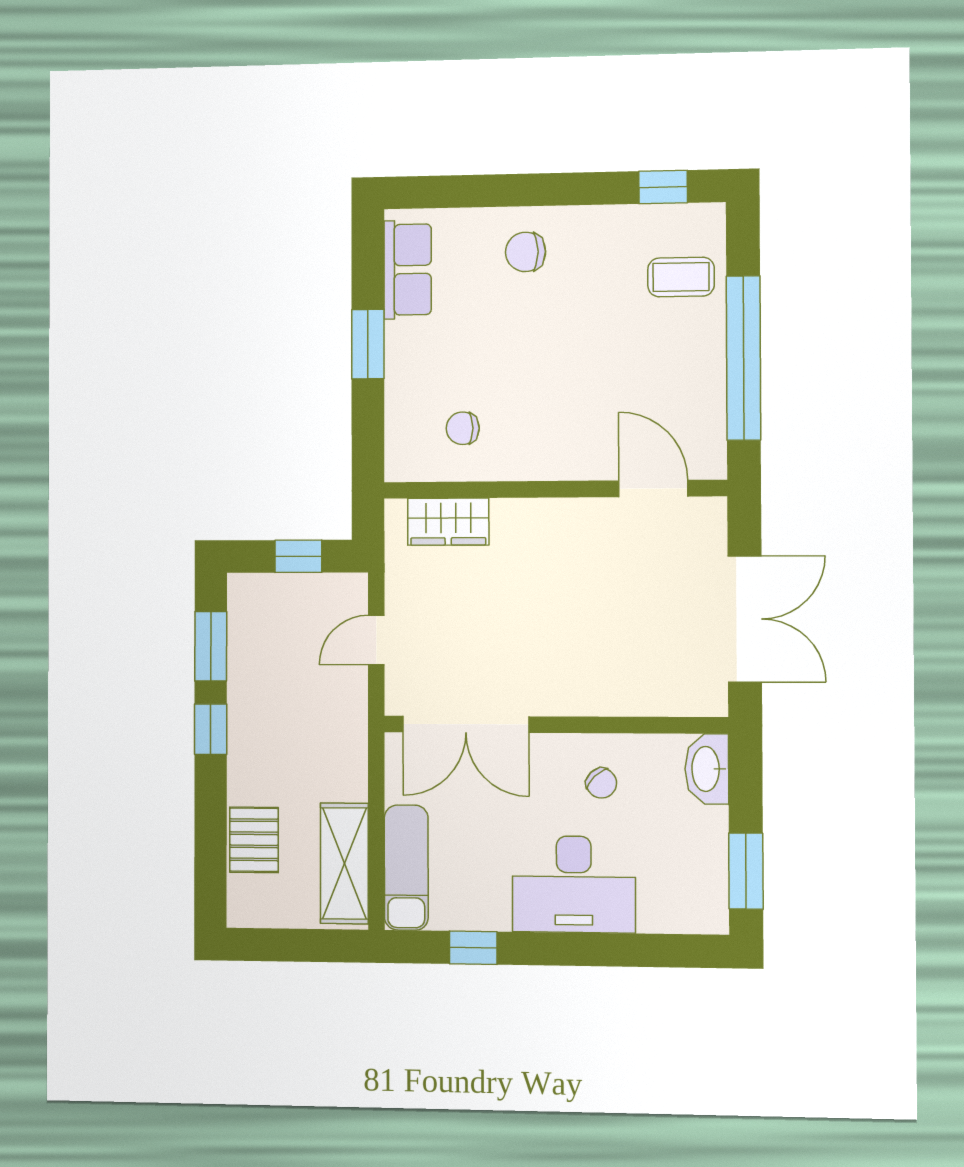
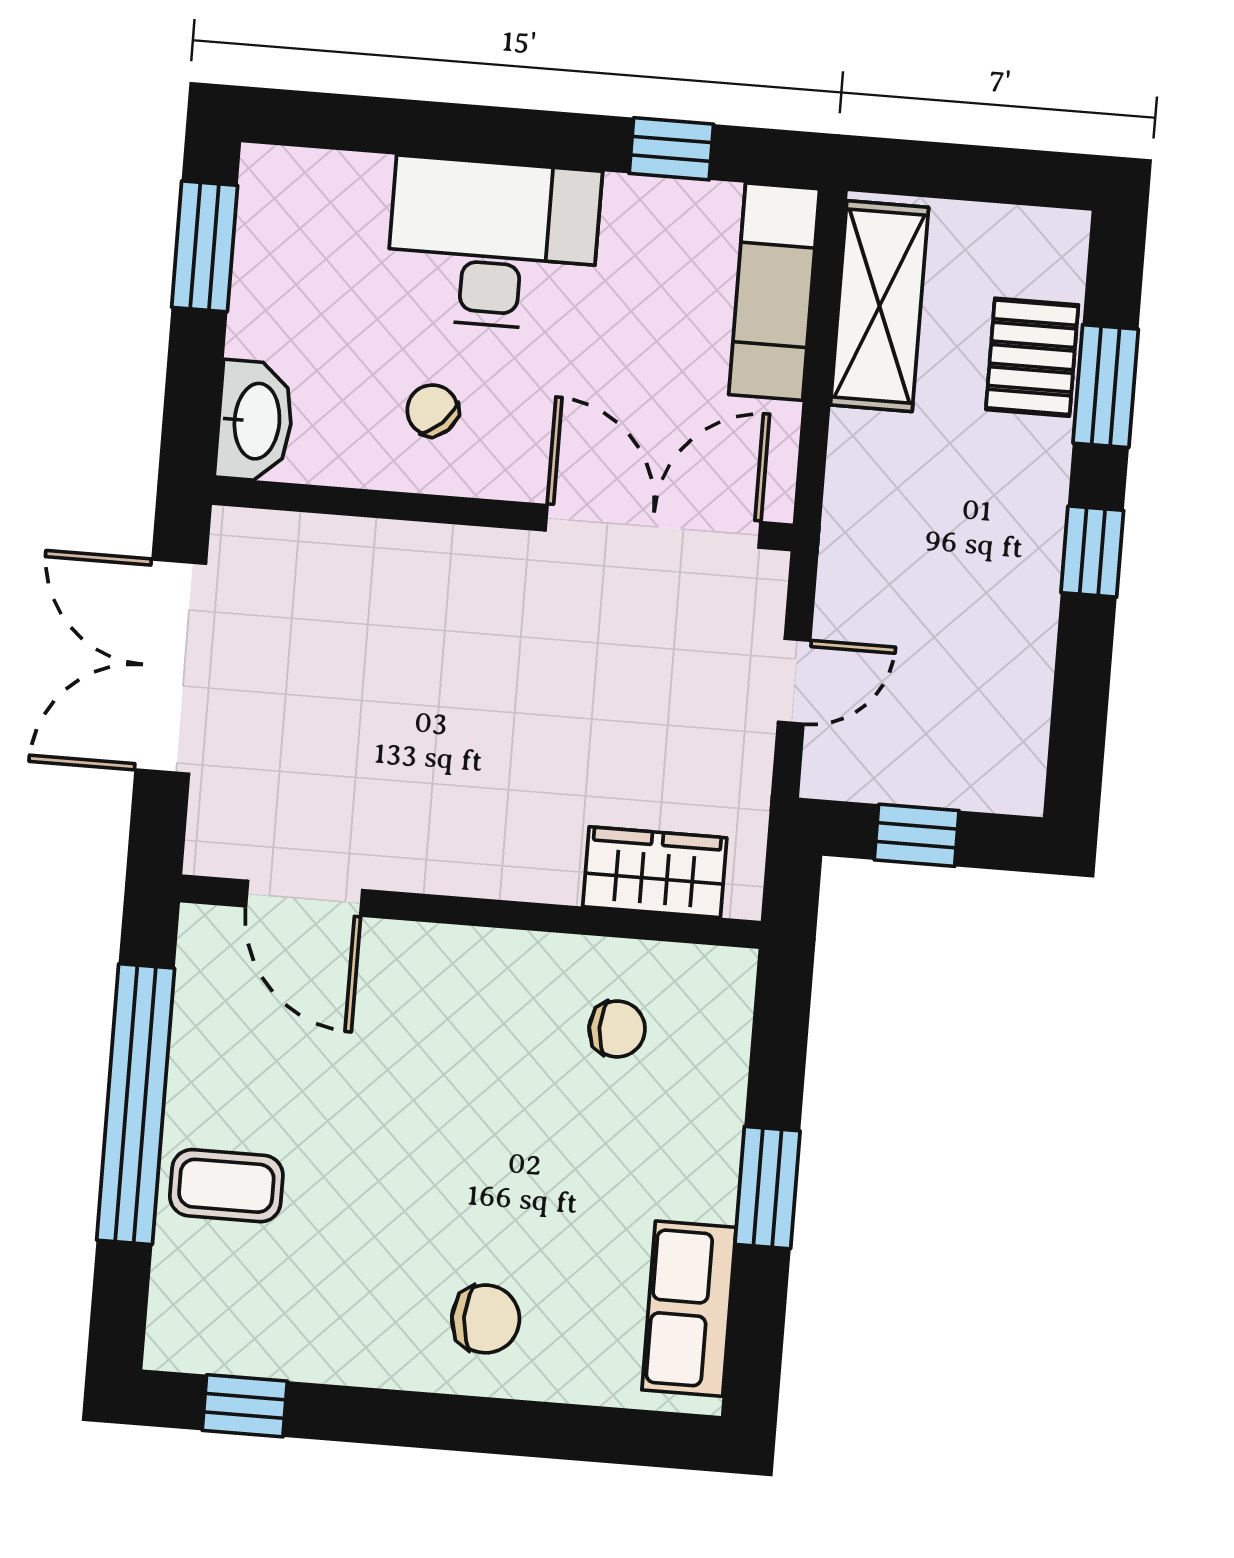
coffee table: (681, 277) -> (226, 1186), moved
window: (211, 646) -> (1106, 386), moved

